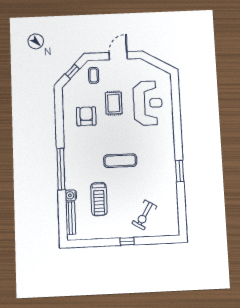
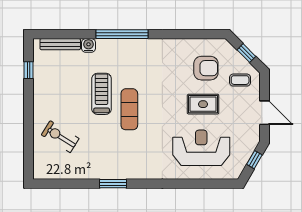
window: (155, 62) -> (254, 160), added
reception desk: (148, 103) -> (201, 148), turned 180
armchair: (86, 116) -> (206, 68), moved
treadmill: (99, 199) -> (102, 94), moved, turned 90
window: (127, 241) -> (29, 70), moved

